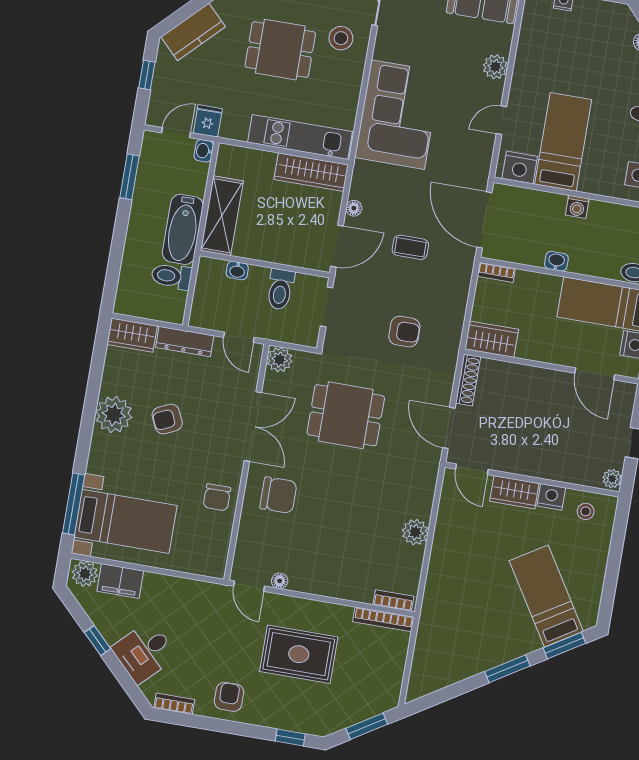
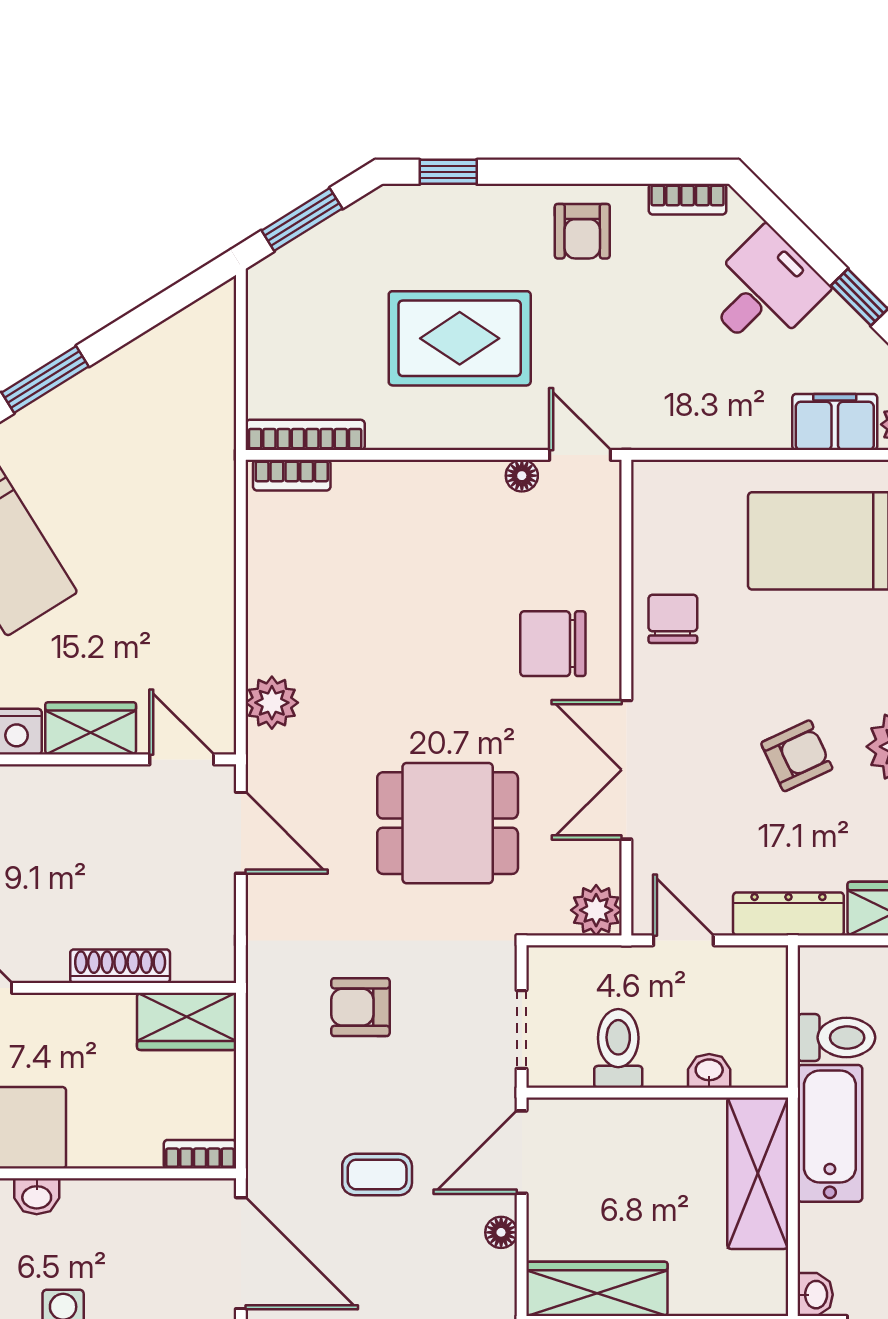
washbasin: (556, 261) -> (37, 1196), moved
shoe rack: (468, 380) -> (120, 966), moved, turned 90
plant: (415, 532) -> (272, 703), moved

